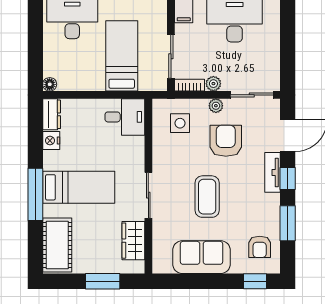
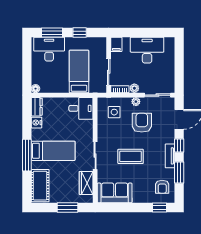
tv unit: (272, 172) -> (170, 156), moved
coffee table: (207, 197) -> (131, 156), turned 90
sofa: (201, 257) -> (115, 193), moved

